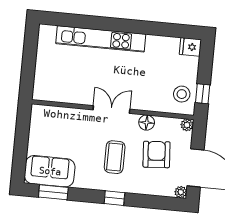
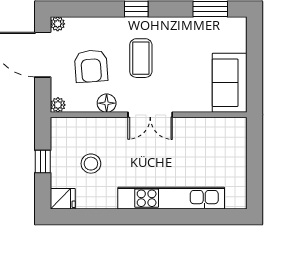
stool: (182, 94) -> (91, 164), moved
window: (203, 94) -> (43, 162), moved
sofa: (50, 171) -> (230, 83), moved, turned 90

